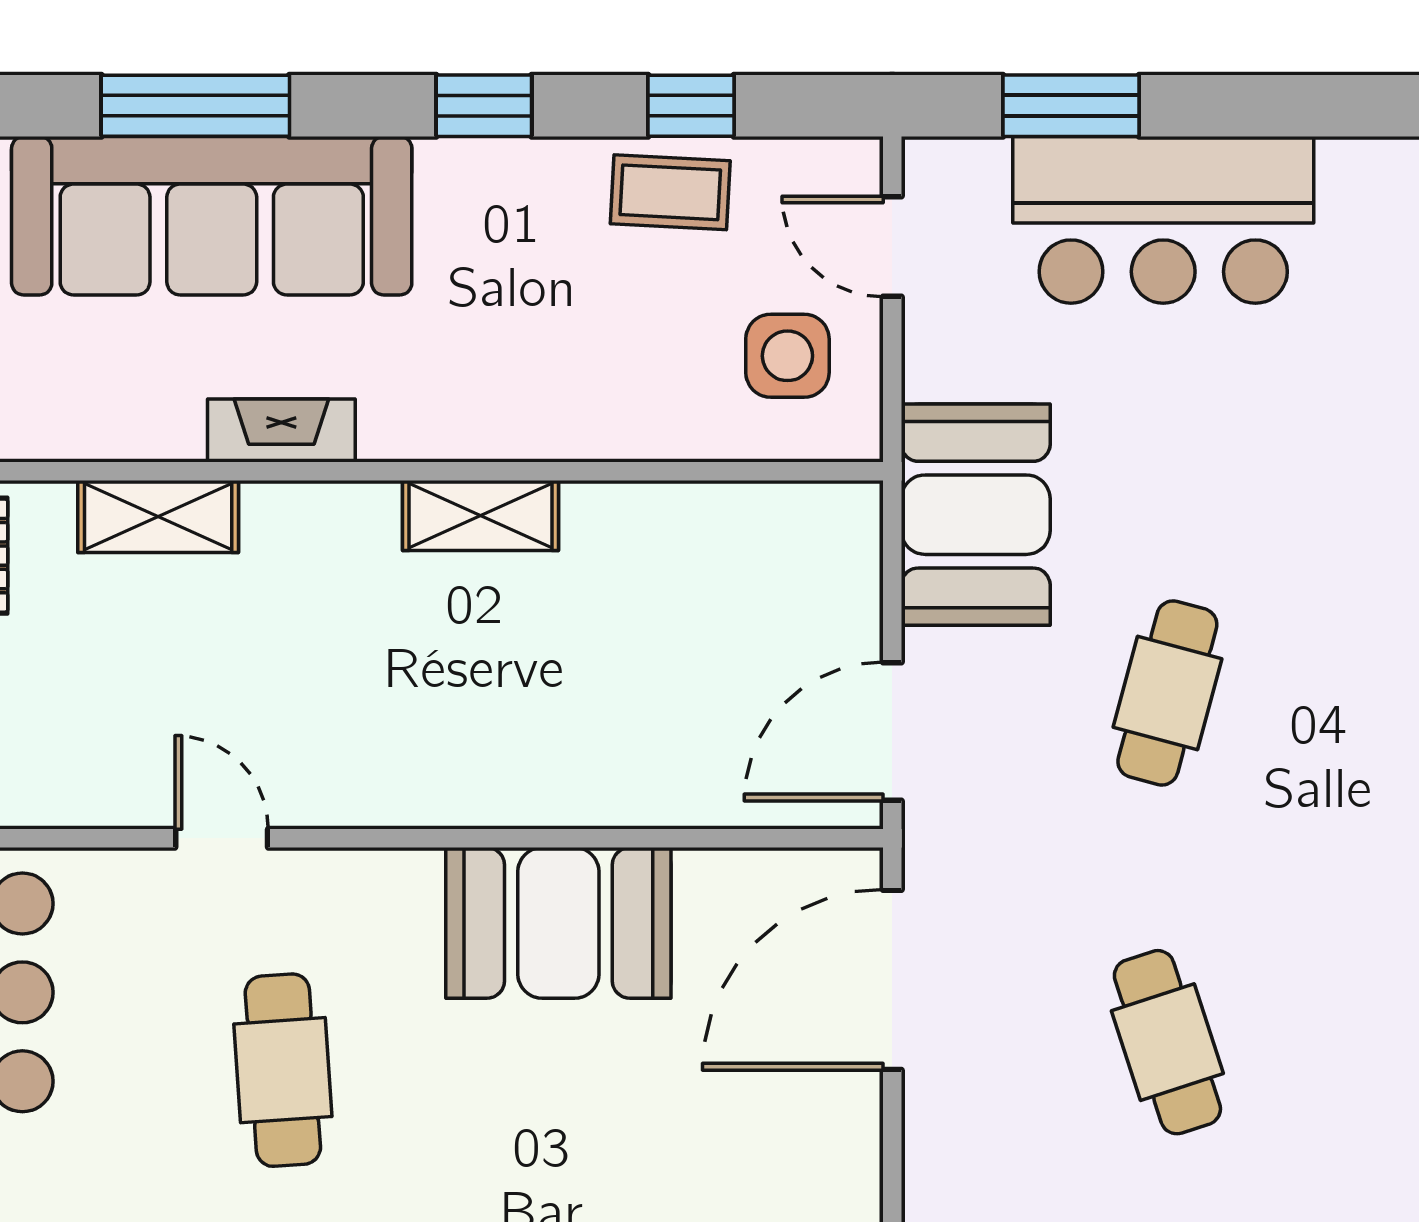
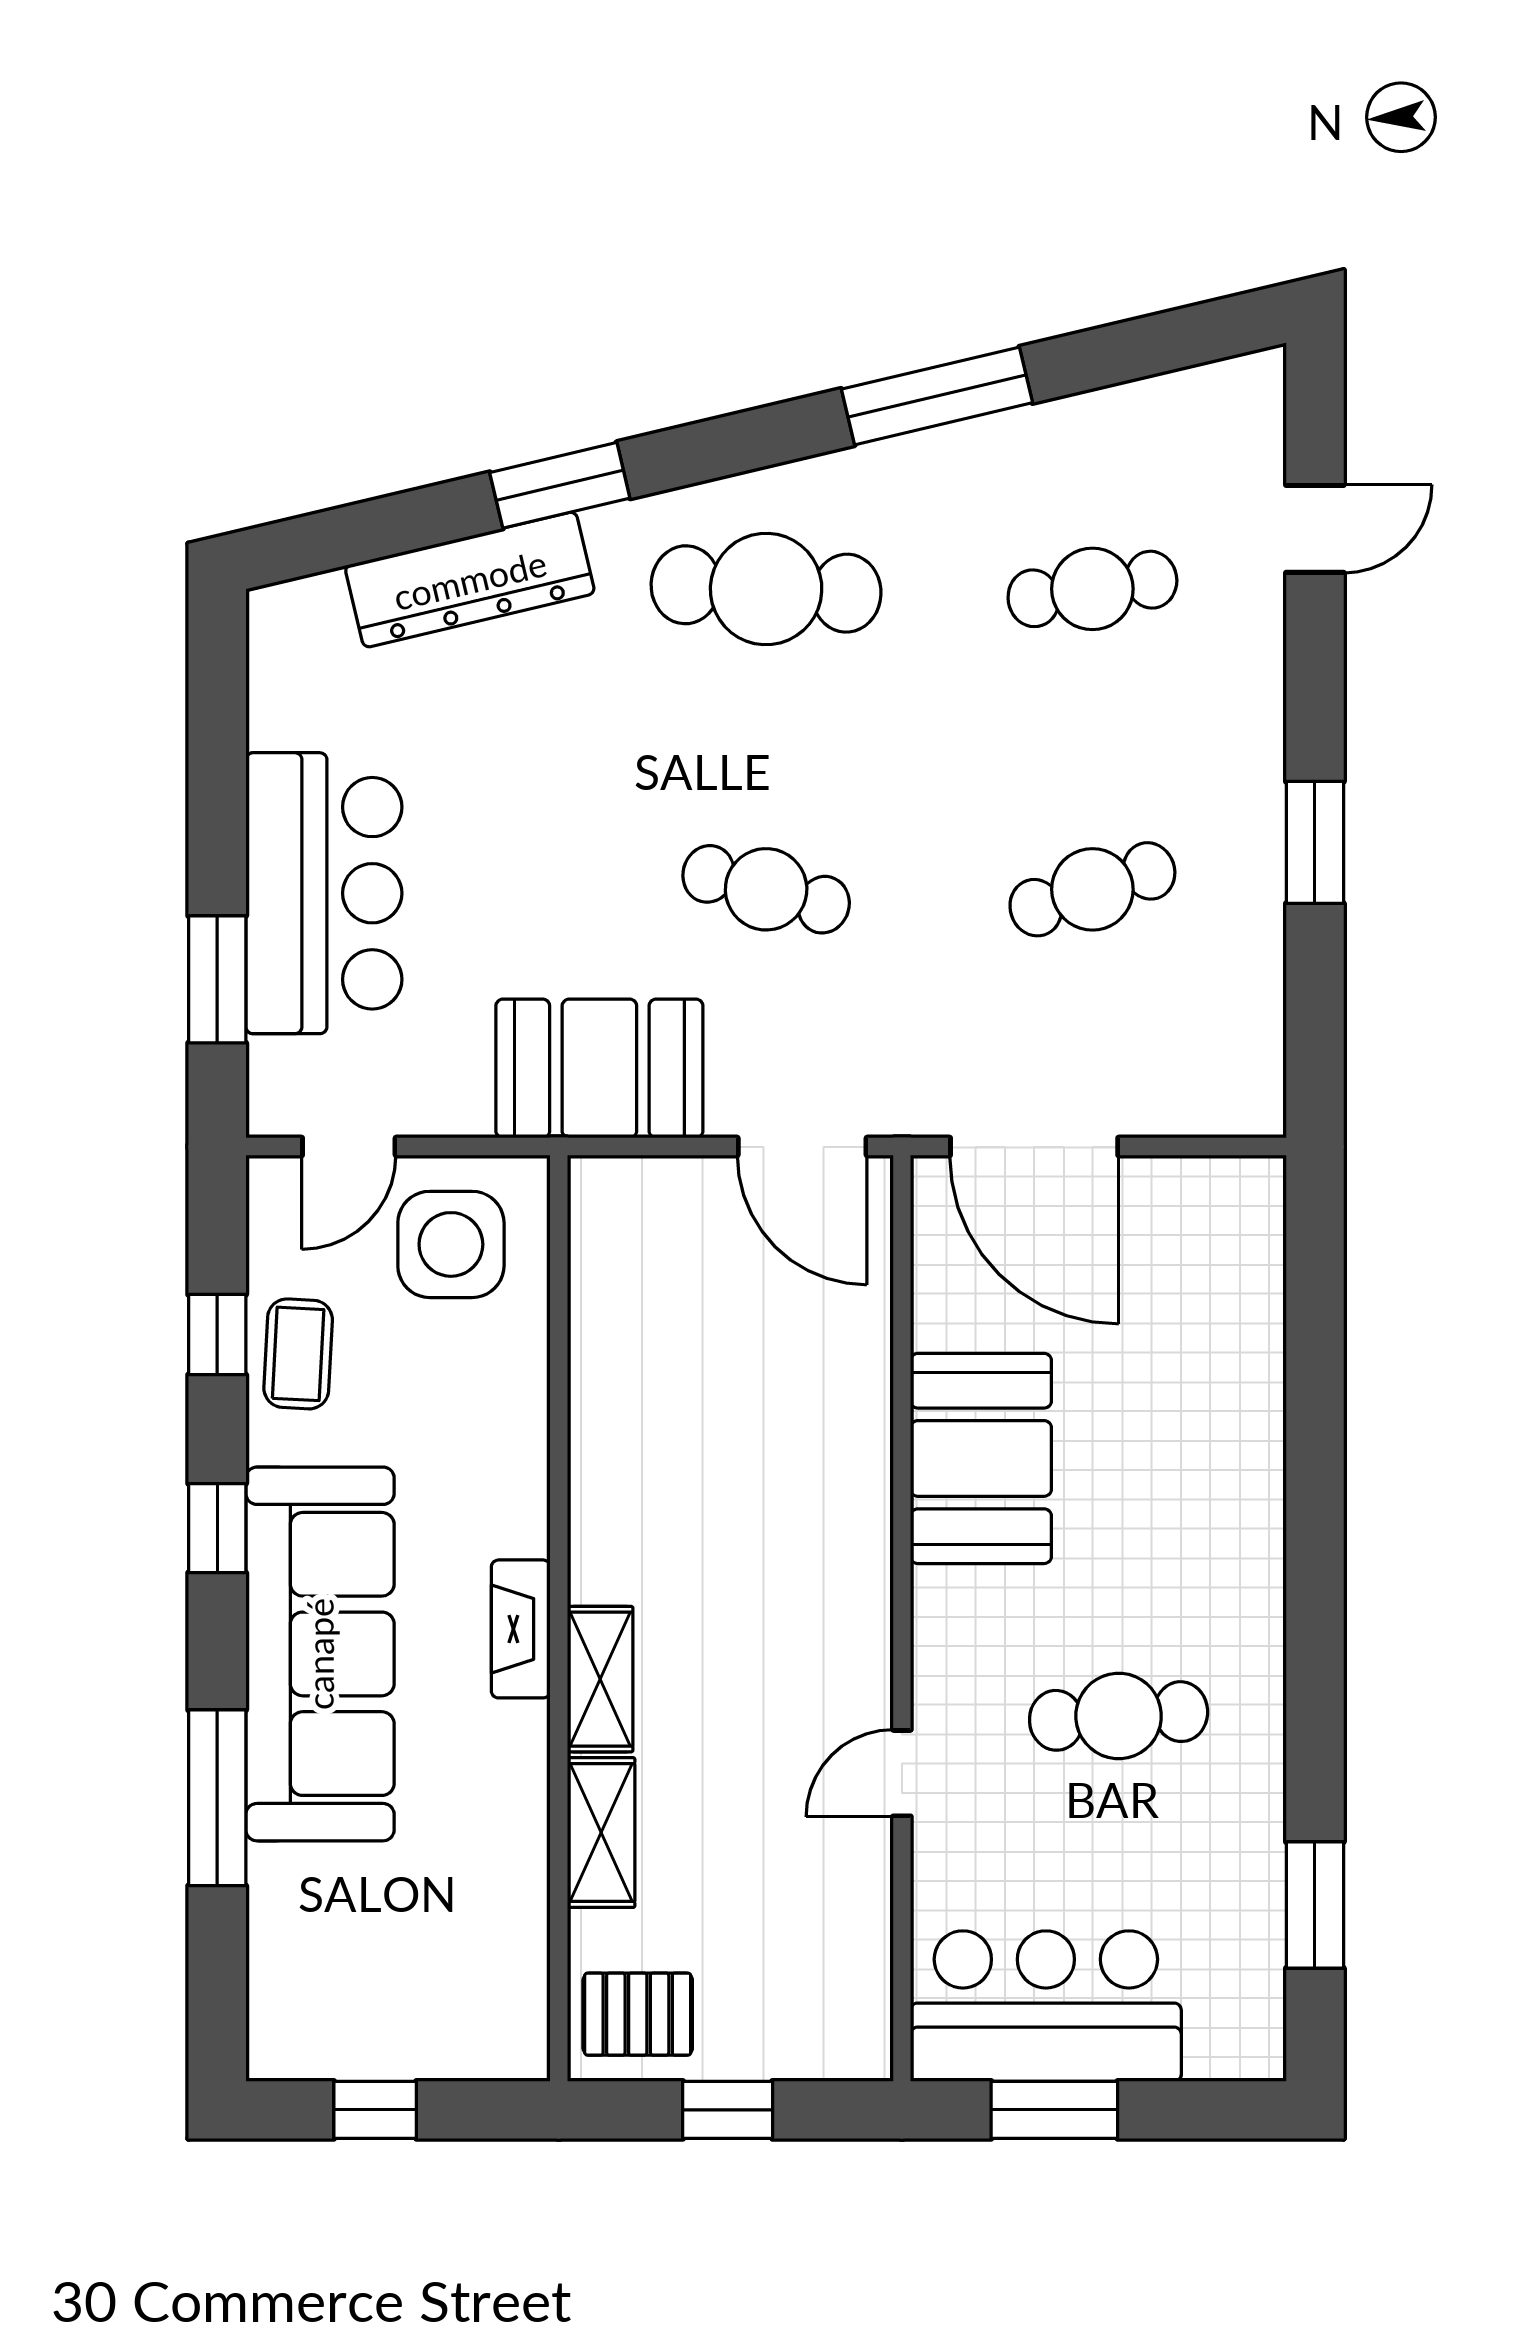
sofa: (212, 216) -> (320, 1654), moved
side table: (787, 356) -> (451, 1244), width x1.37, depth x1.37
fireplace: (281, 431) -> (521, 1629), moved
shelving: (480, 515) -> (600, 1679), moved

